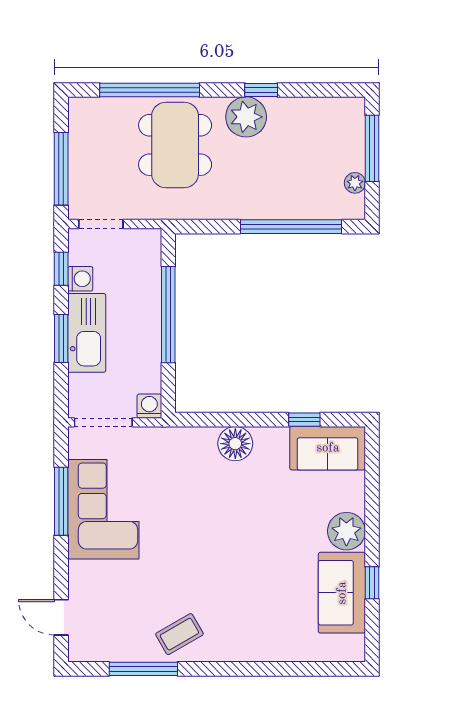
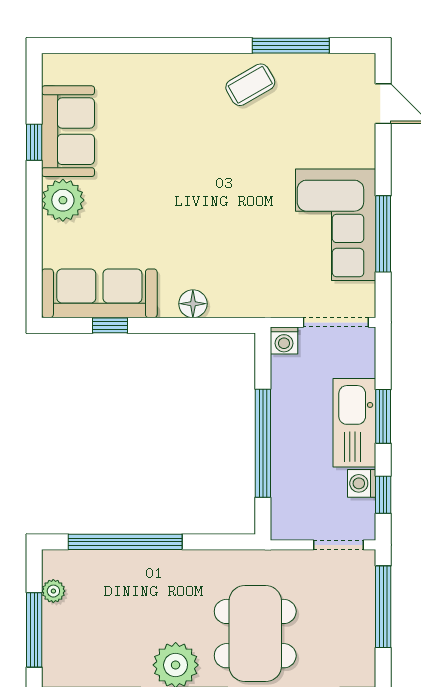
floor lamp: (235, 444) -> (193, 304), width x0.73, depth x0.73
sofa: (328, 448) -> (99, 293), width x1.36

